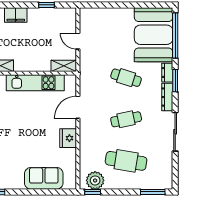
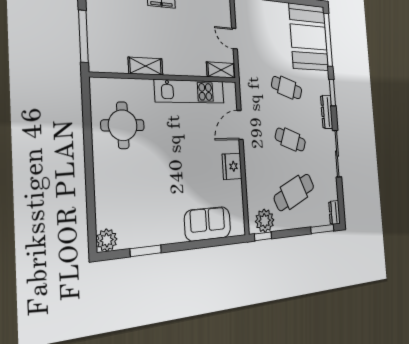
dresser: (167, 73) -> (334, 213), moved
cafe table: (126, 119) -> (290, 140), turned 33
cafe table: (126, 161) -> (294, 192), turned -33

